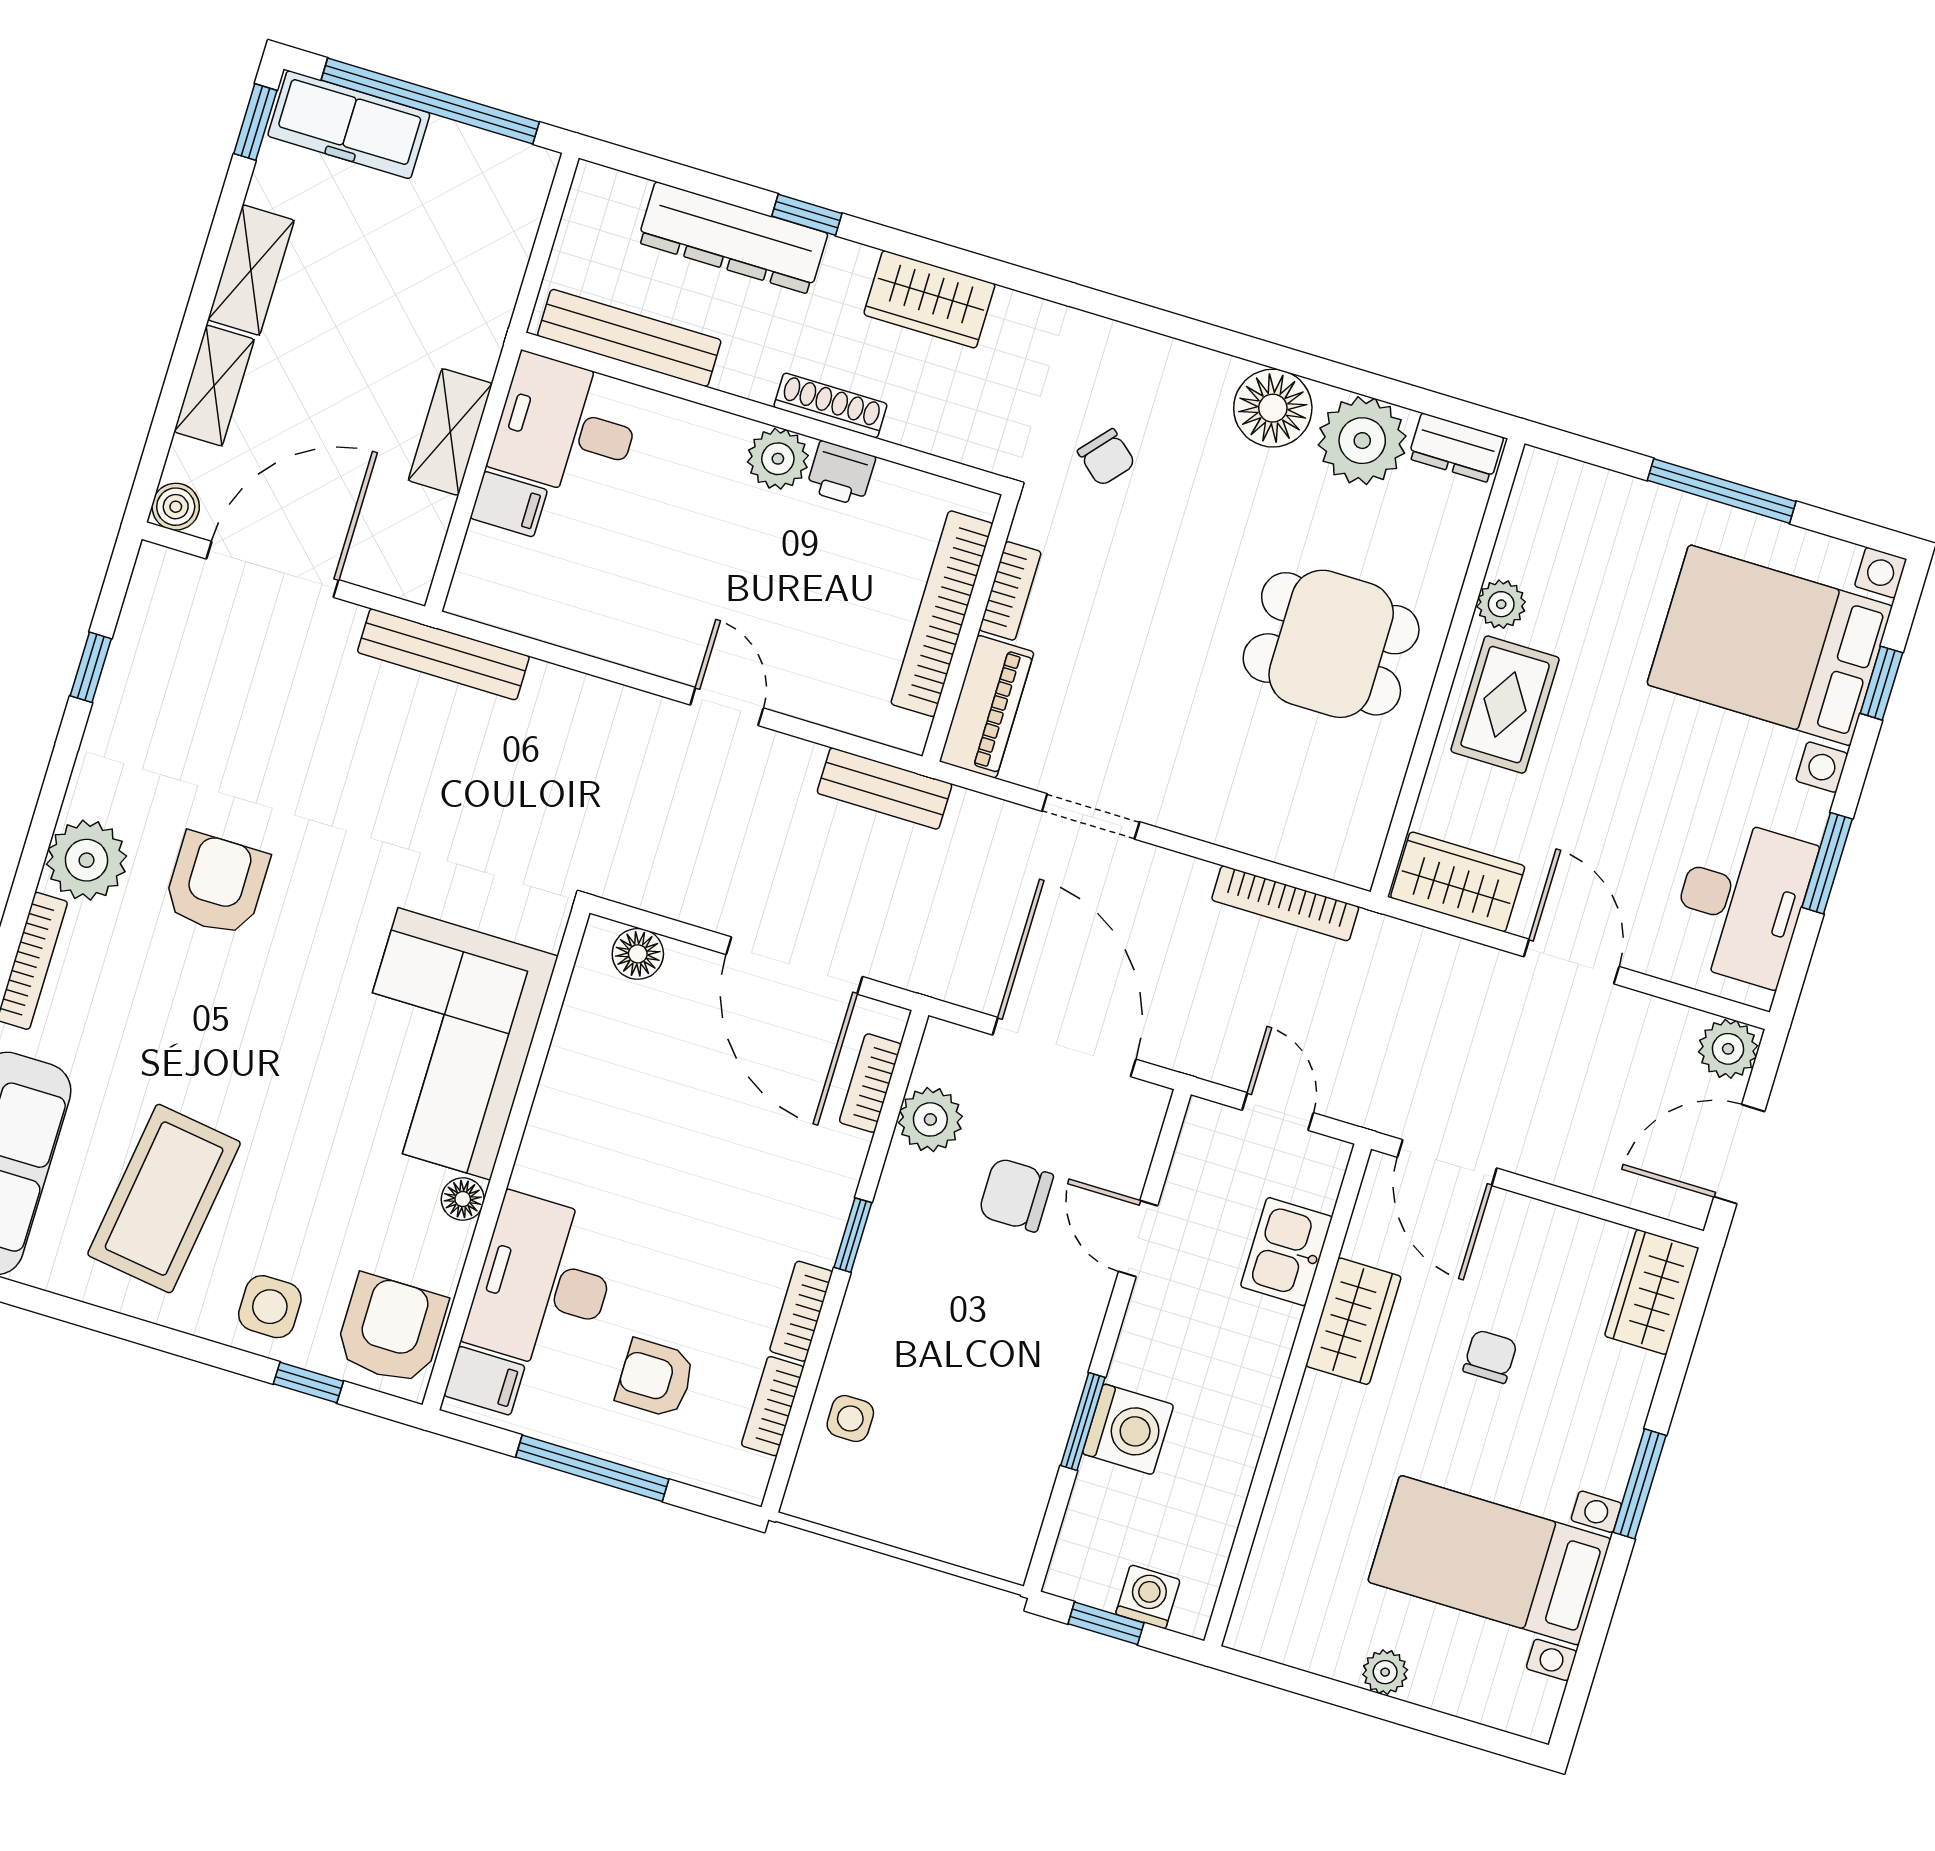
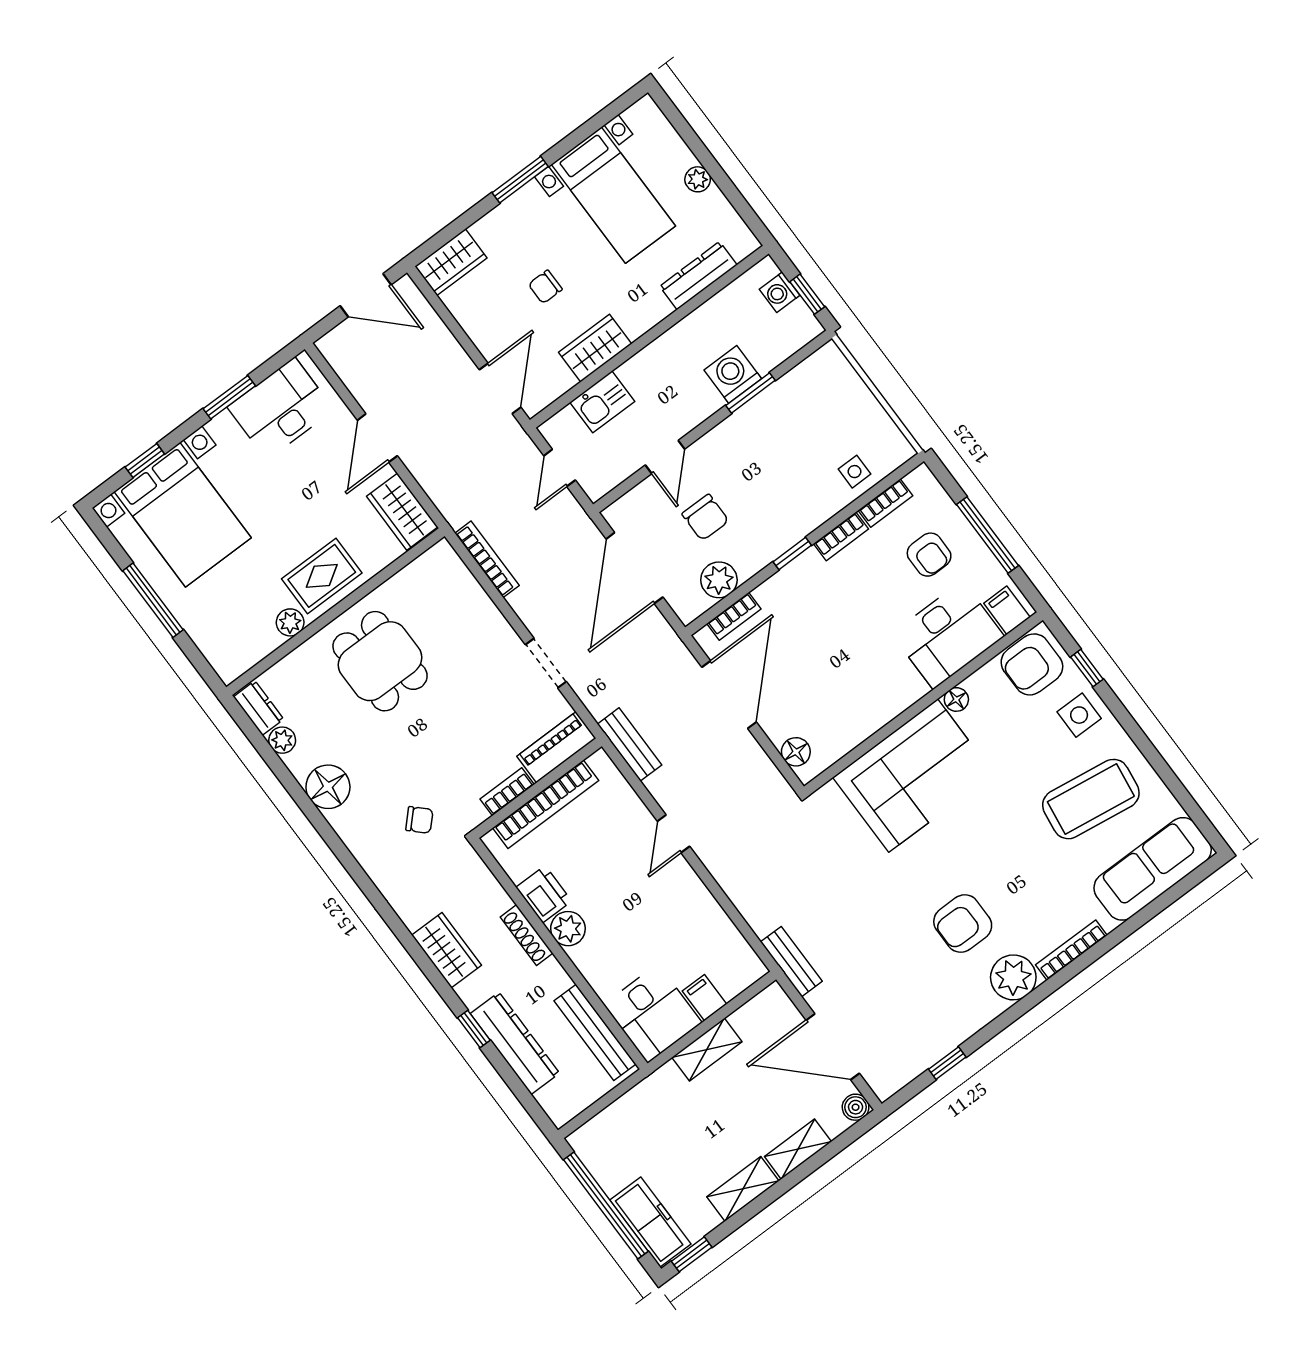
plant: (1362, 441) -> (282, 740), width x0.53, depth x0.53
chair: (1106, 457) -> (419, 820), turned 93
printer: (841, 473) -> (544, 894), width x1.36, depth x1.24
bench: (443, 654) -> (791, 962), width x0.73
plant: (1728, 1049) -> (336, 346), removed
dresser: (1282, 1535) -> (698, 276), added

